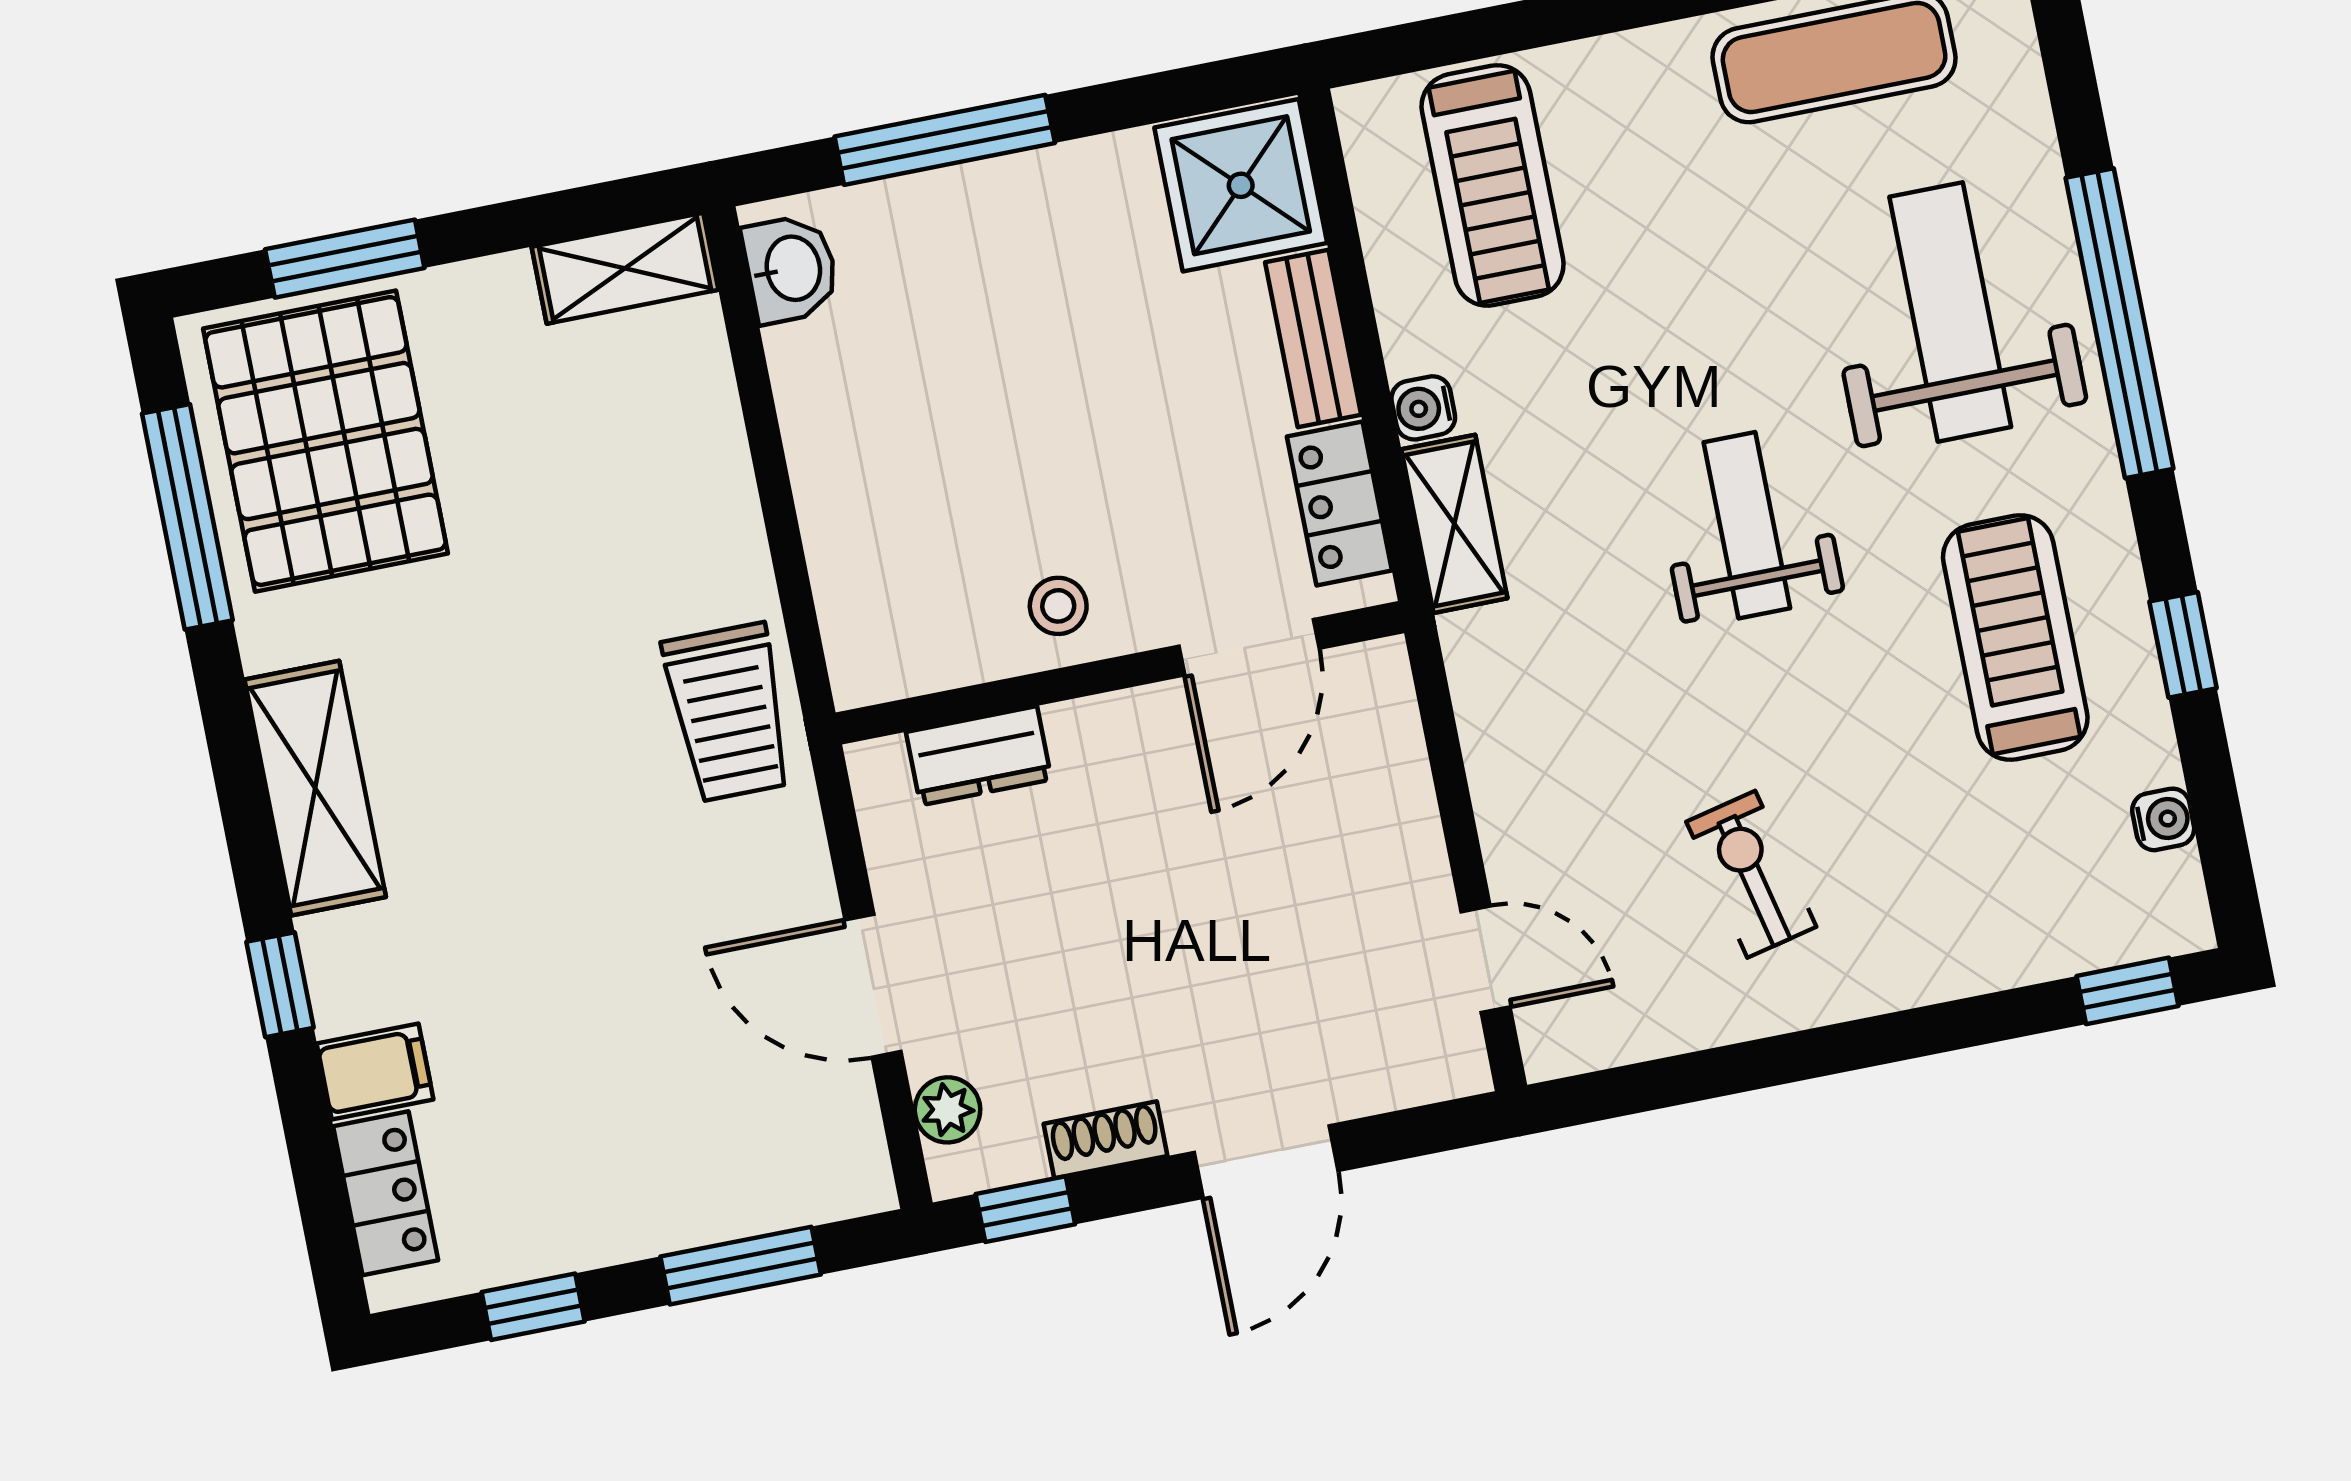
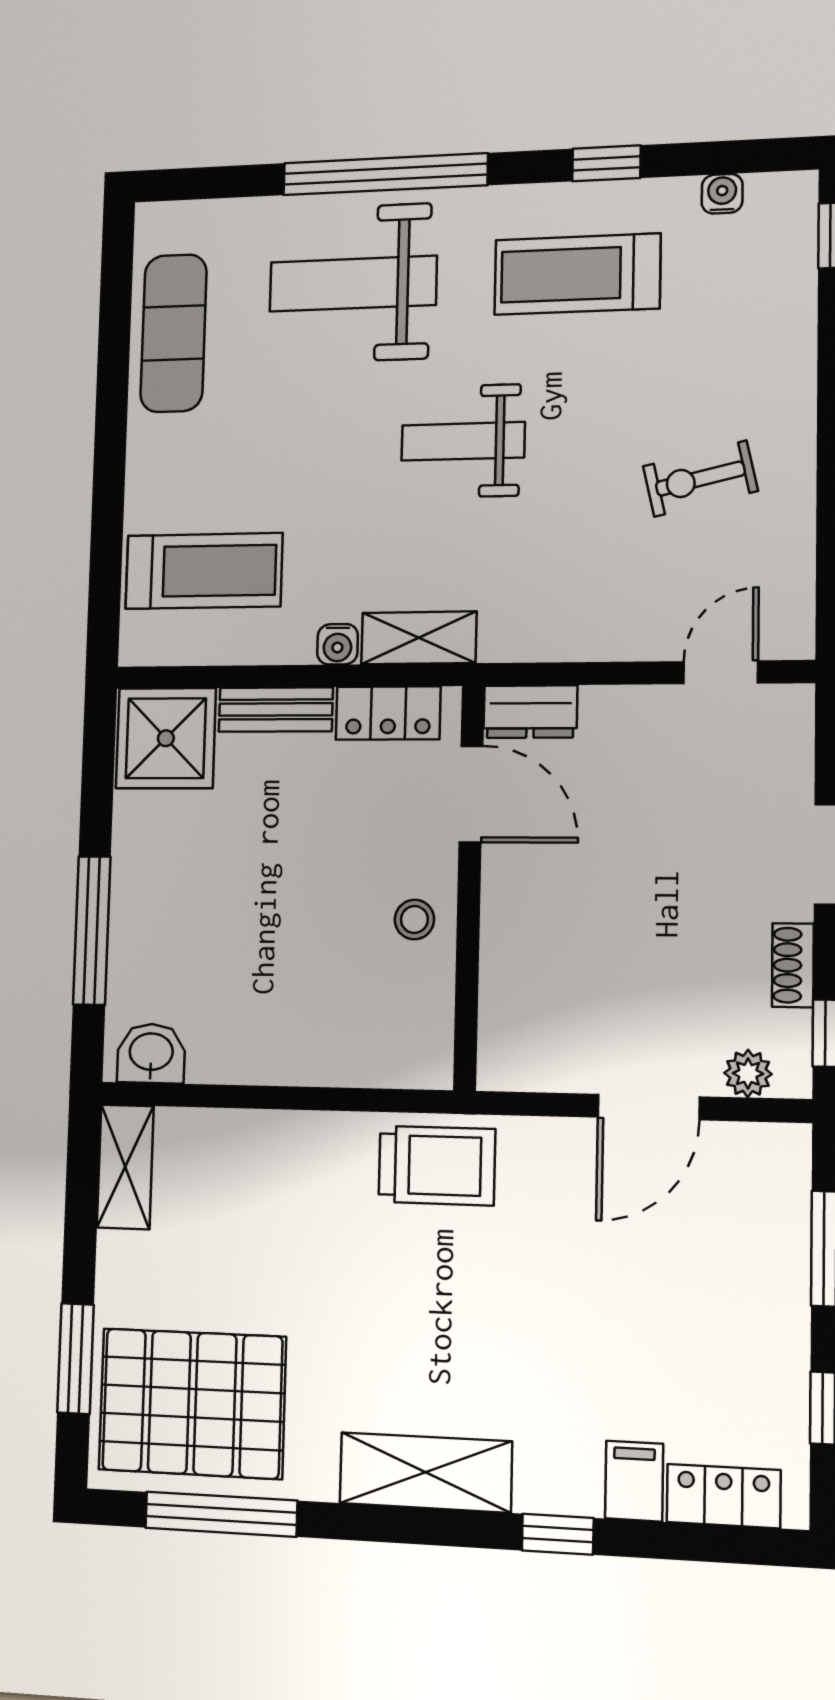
dresser: (979, 756) -> (530, 712), moved, turned 90

